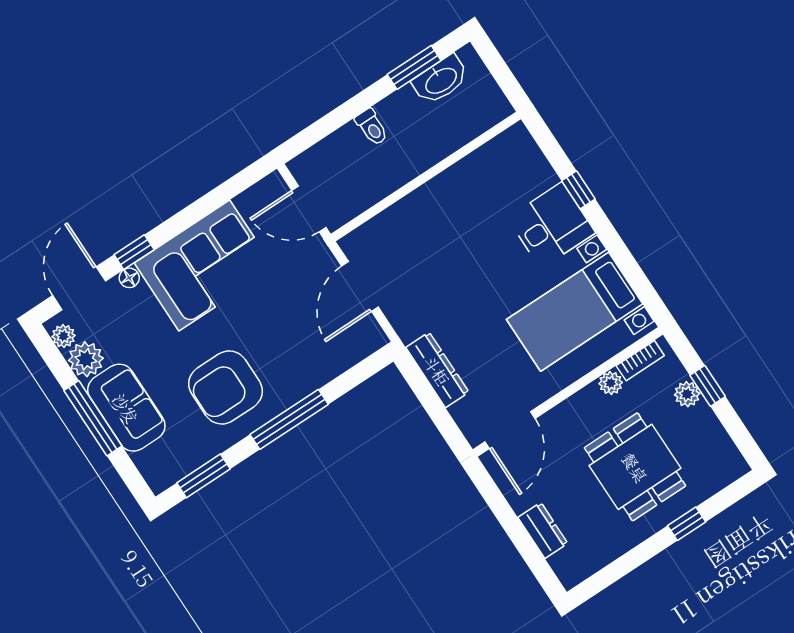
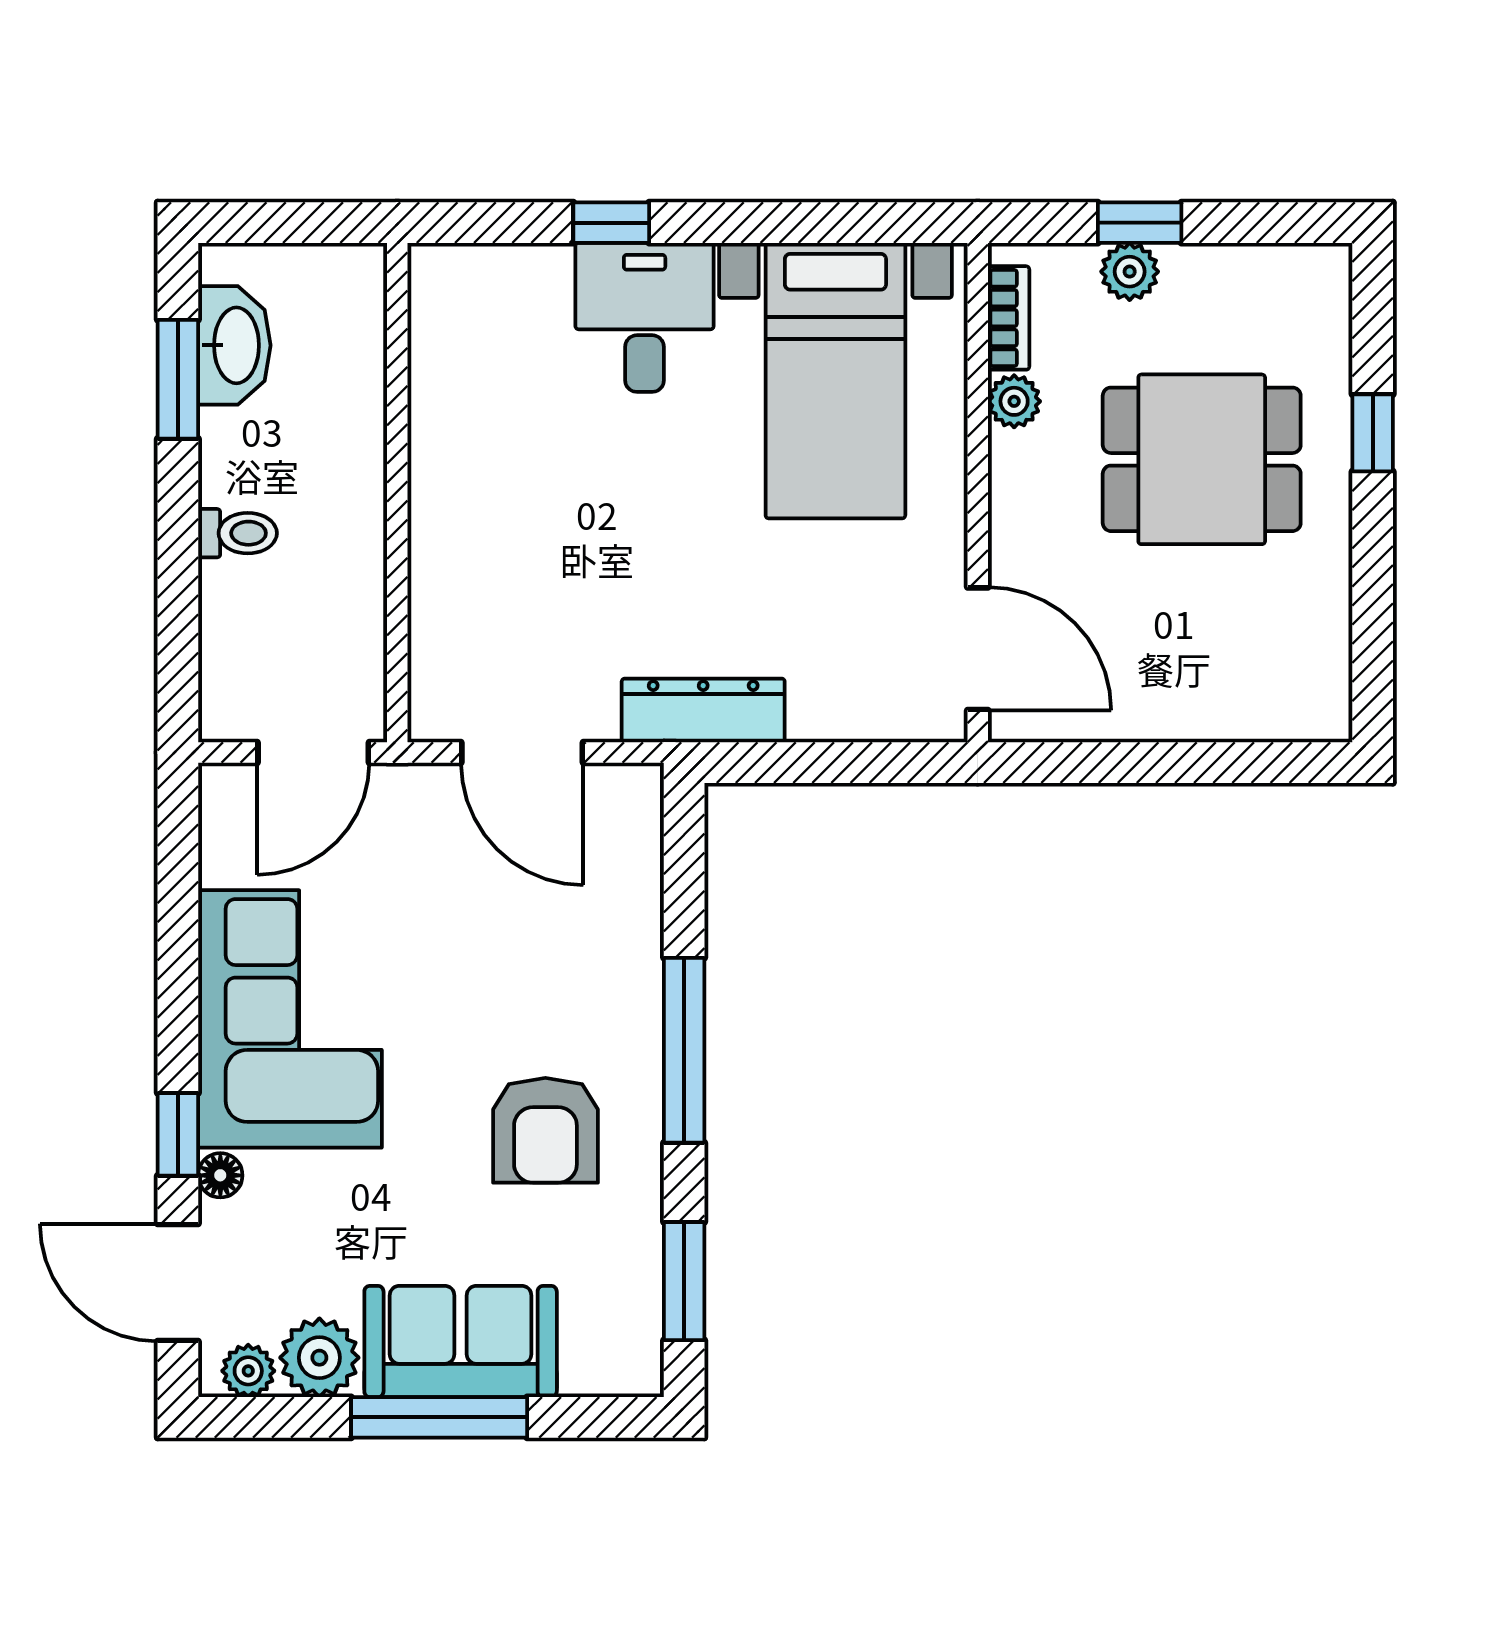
dresser: (437, 370) -> (703, 710), moved
armchair: (226, 387) -> (545, 1130), width x0.73, depth x0.73
dresser: (543, 530) -> (1207, 711), removed

